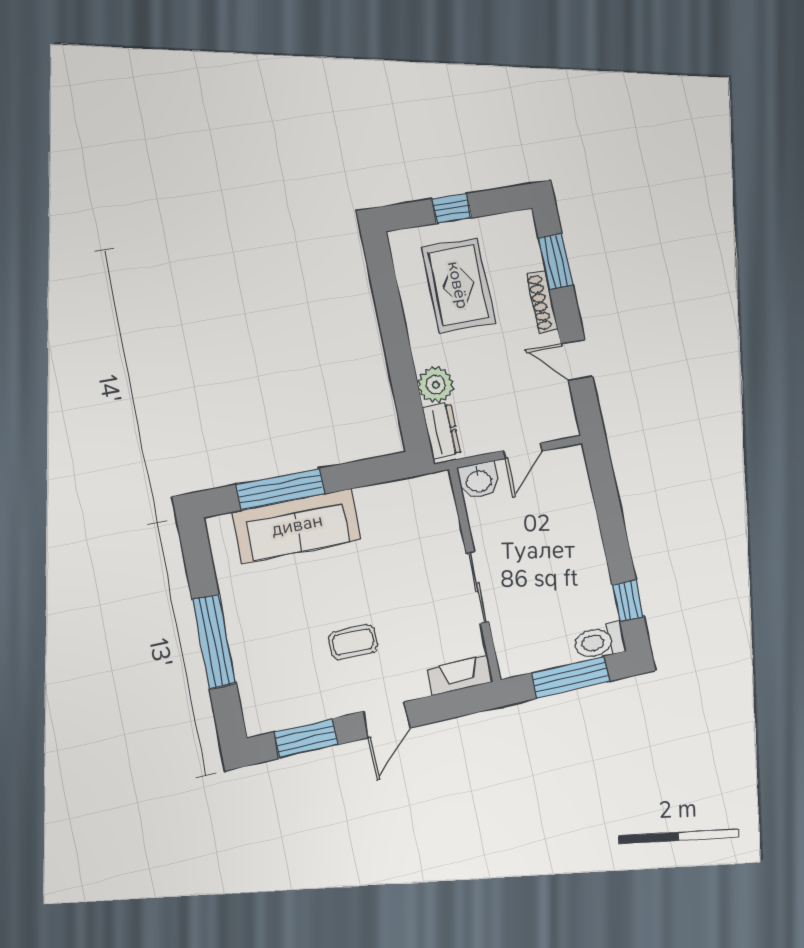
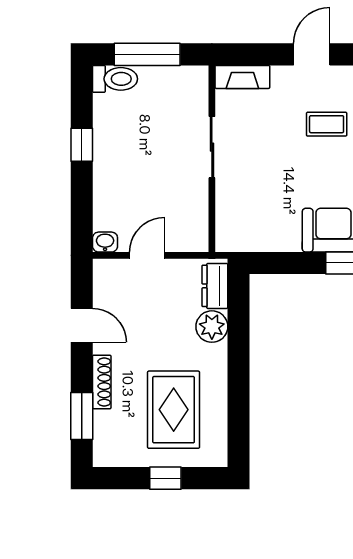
washbasin: (479, 480) -> (105, 242), moved, width x0.72, depth x0.69
window: (628, 600) -> (82, 145), moved

